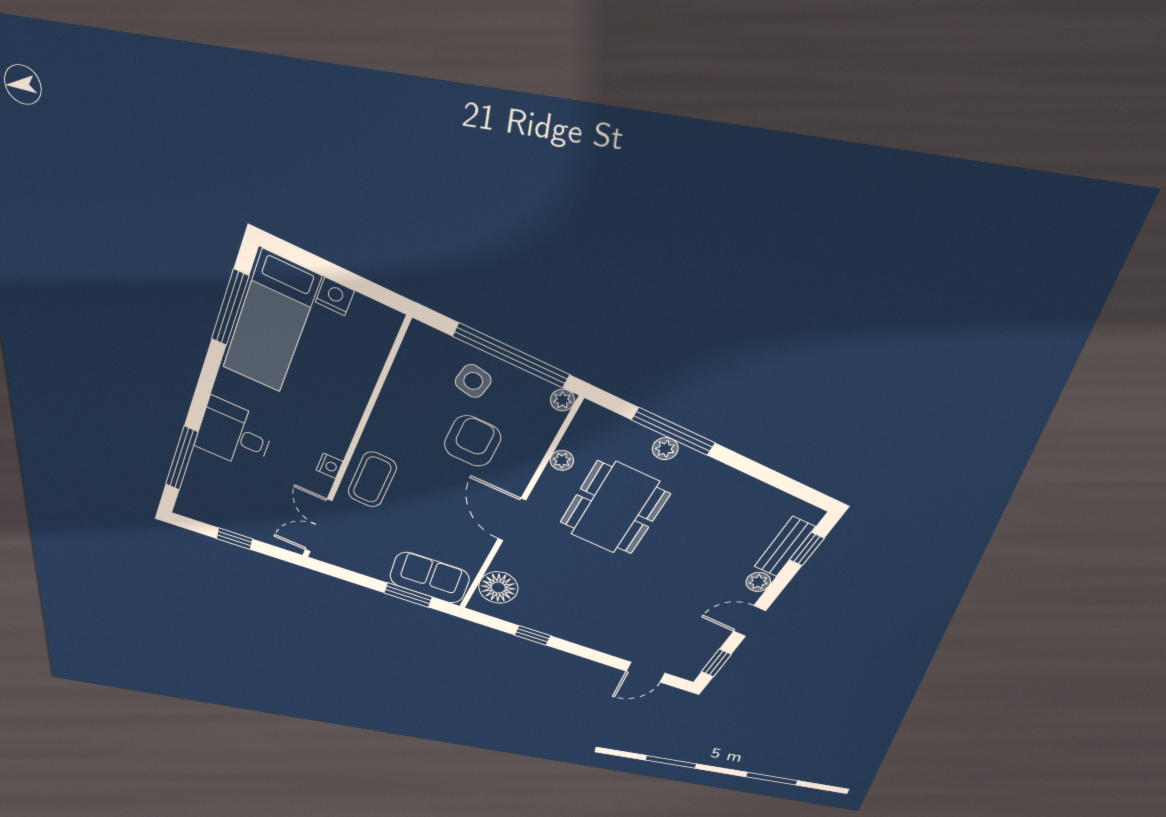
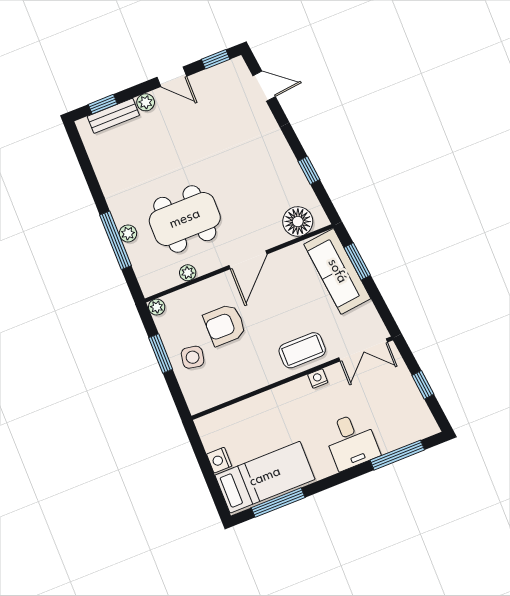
window: (511, 356) -> (161, 353), width x0.47
sofa: (430, 578) -> (337, 271), width x1.36

